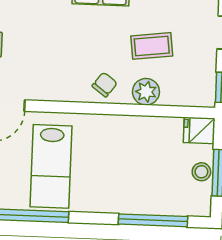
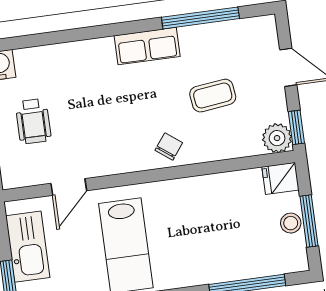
plant: (146, 92) -> (277, 138), moved

